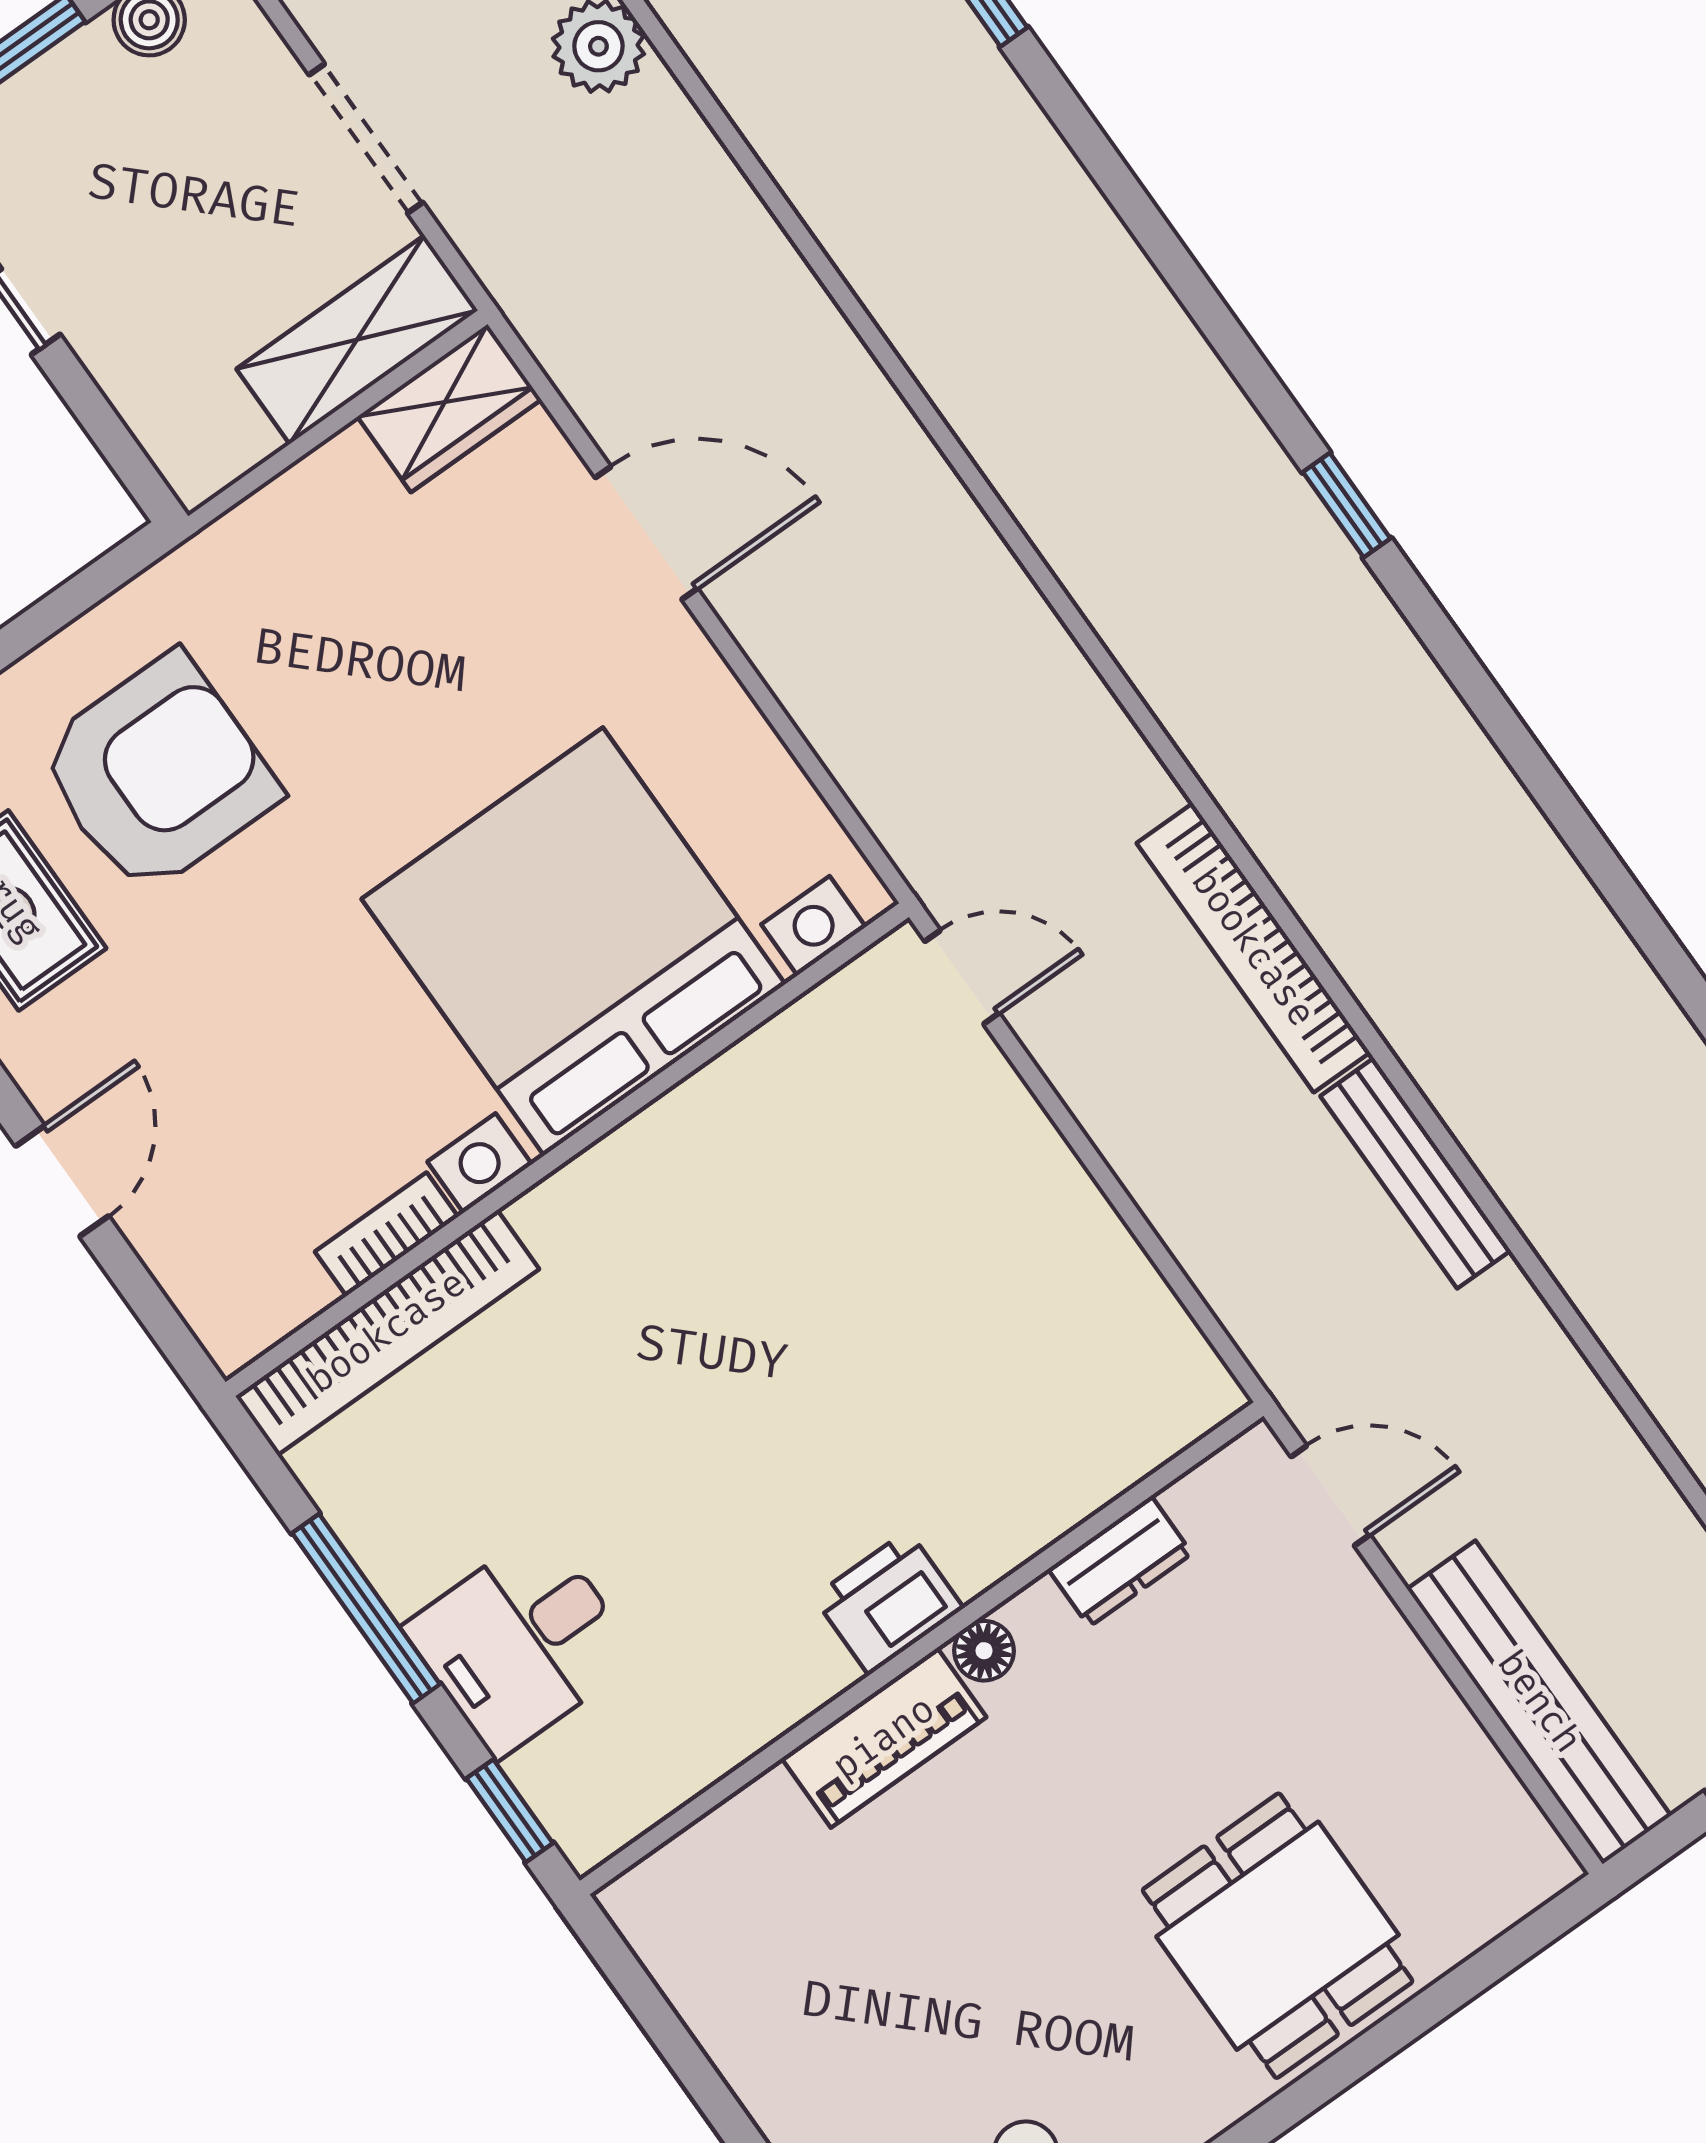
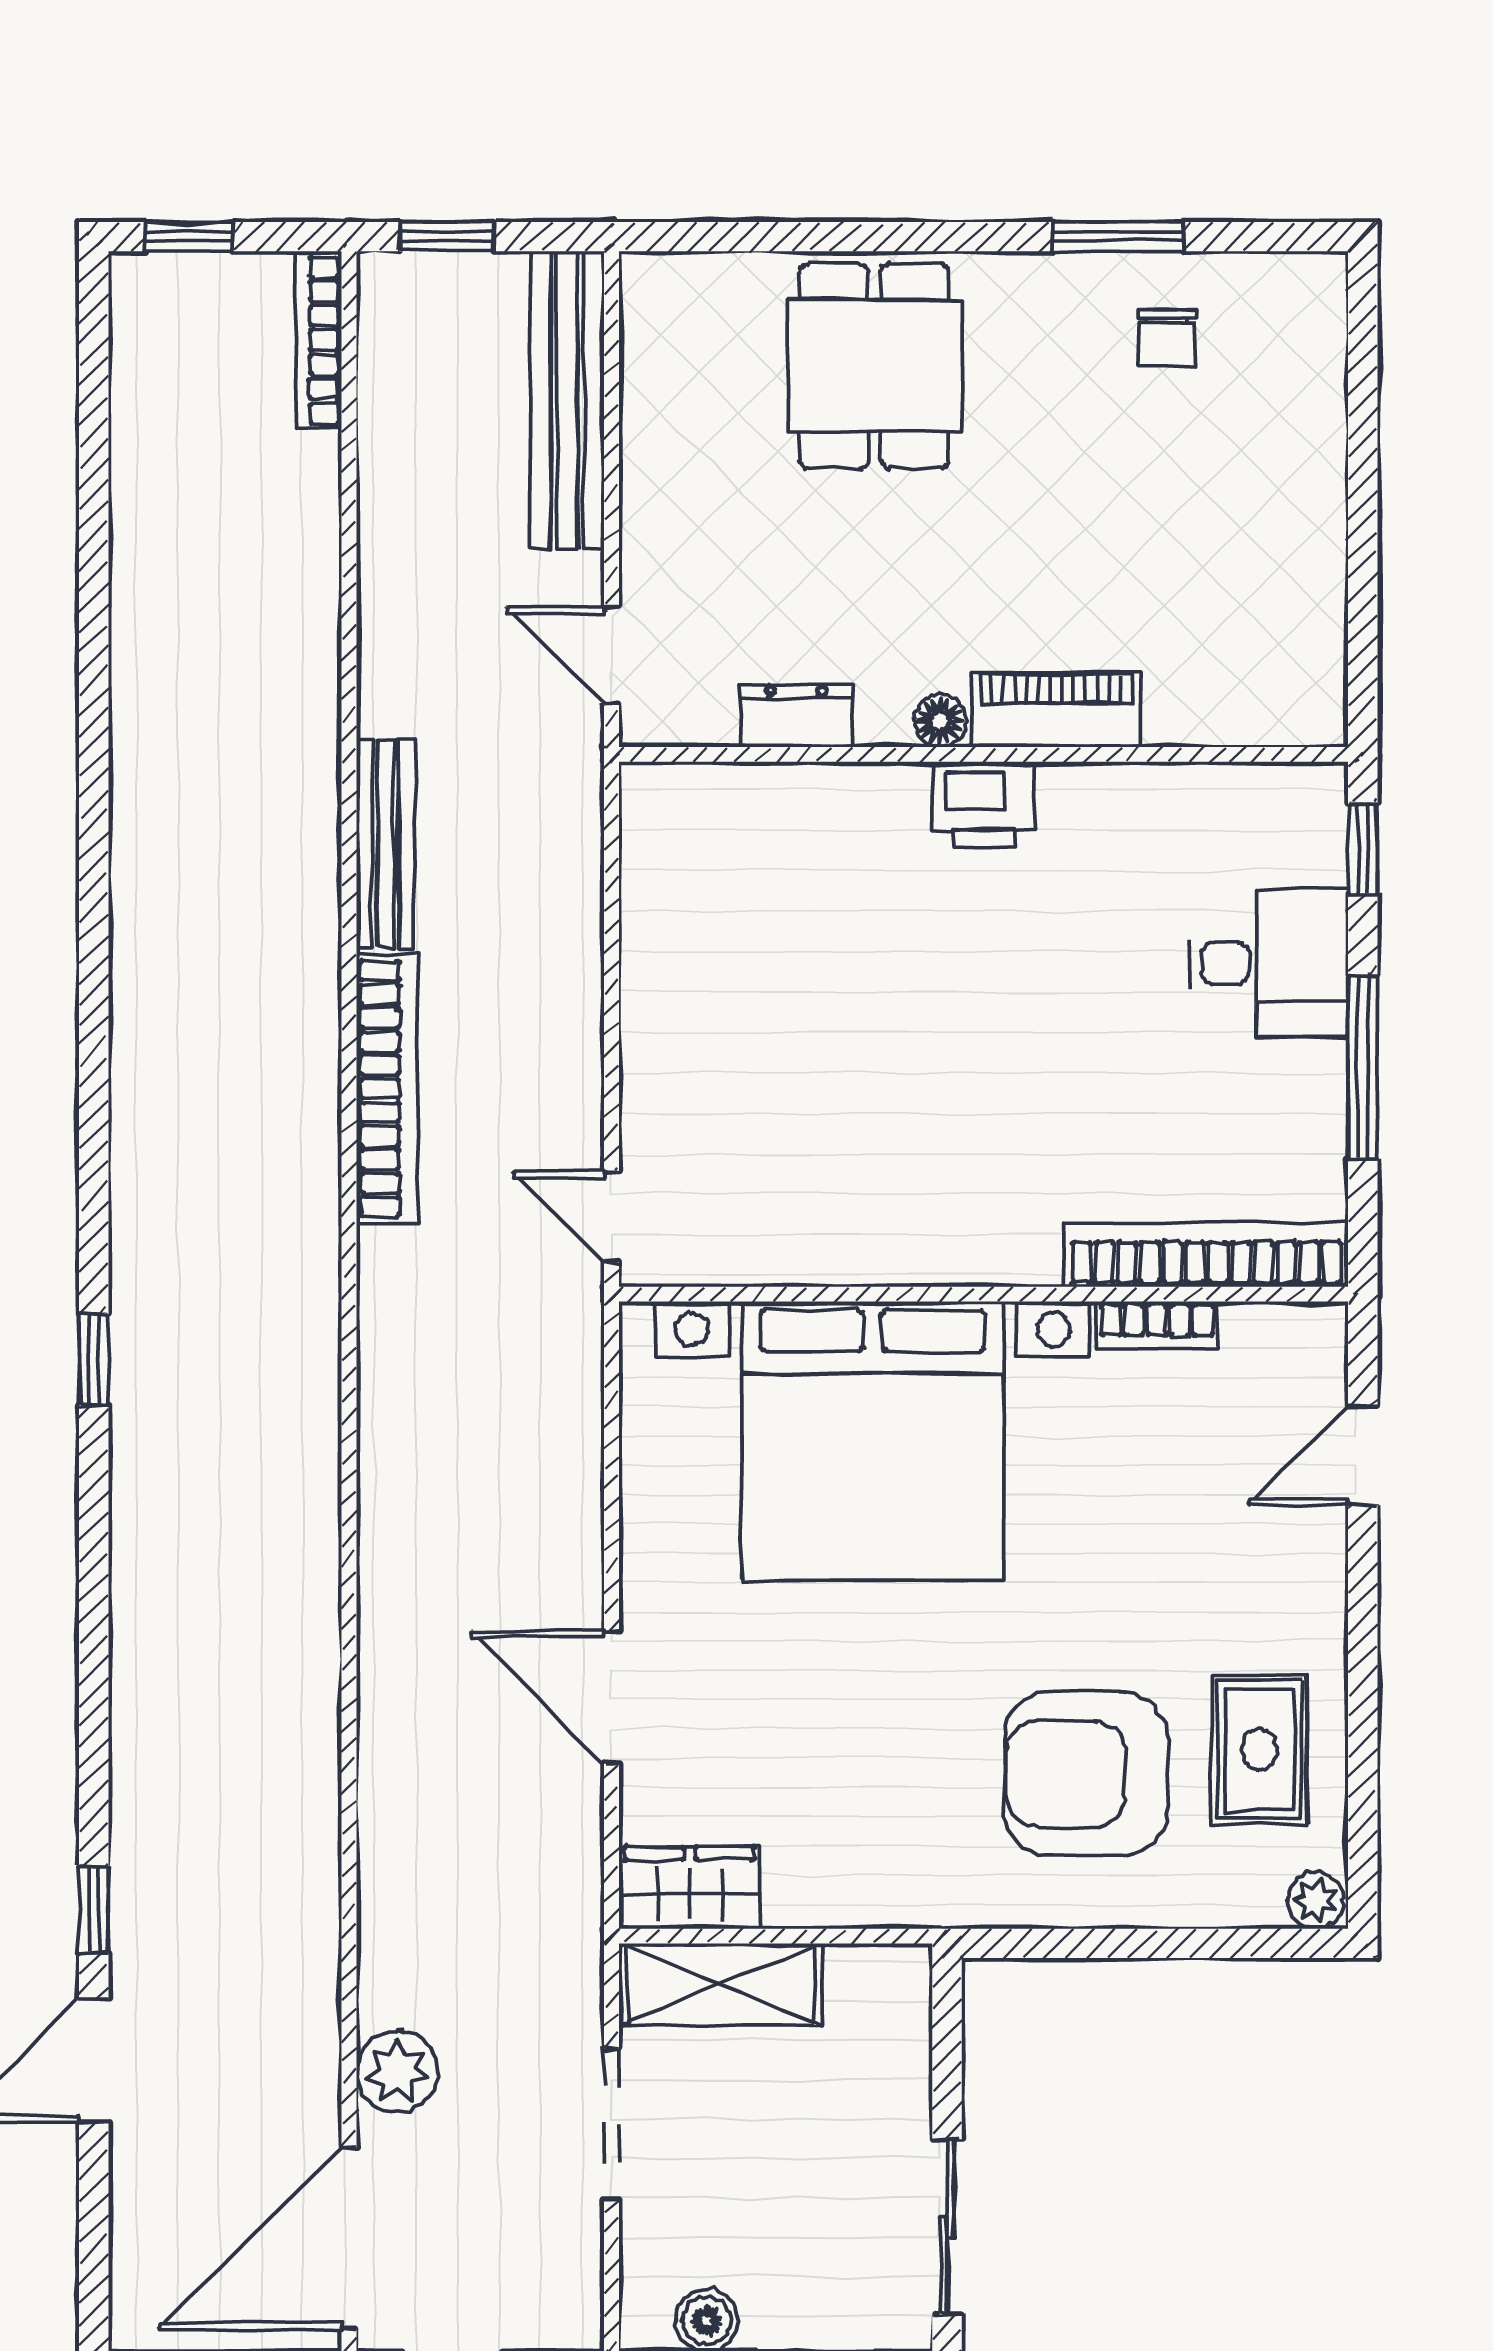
door: (62, 1181) -> (1363, 1455), moved

